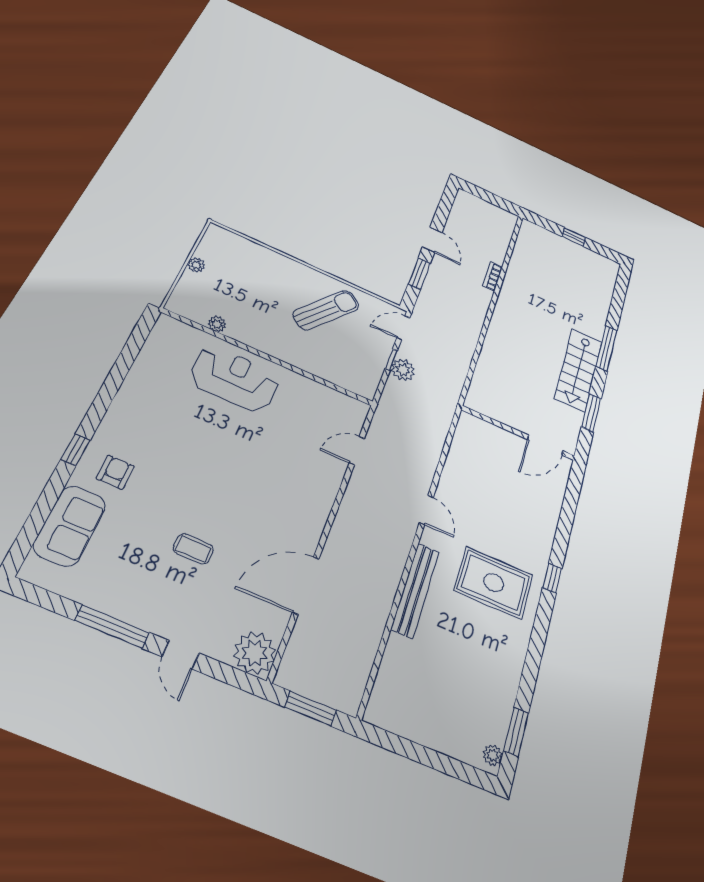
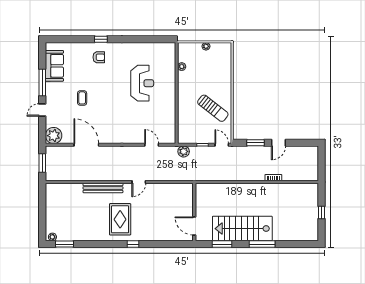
plant: (403, 370) -> (184, 151), moved
stairs: (579, 370) -> (242, 229), width x1.36, depth x1.51
reception desk: (235, 379) -> (142, 83), moved
sofa: (70, 526) -> (54, 66), moved, turned -90

